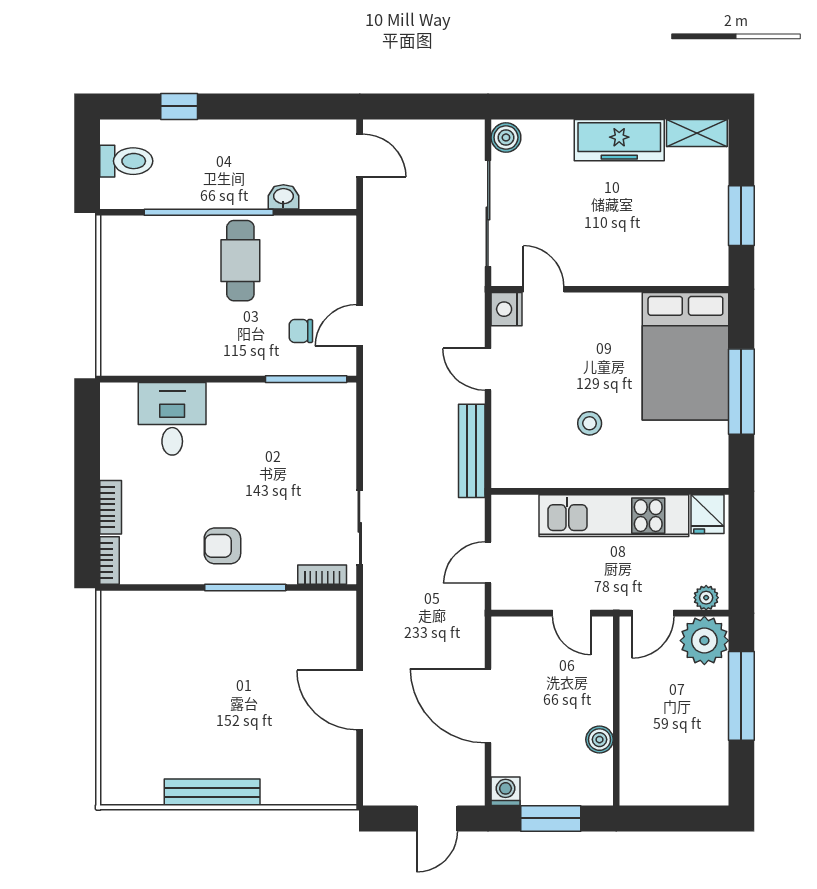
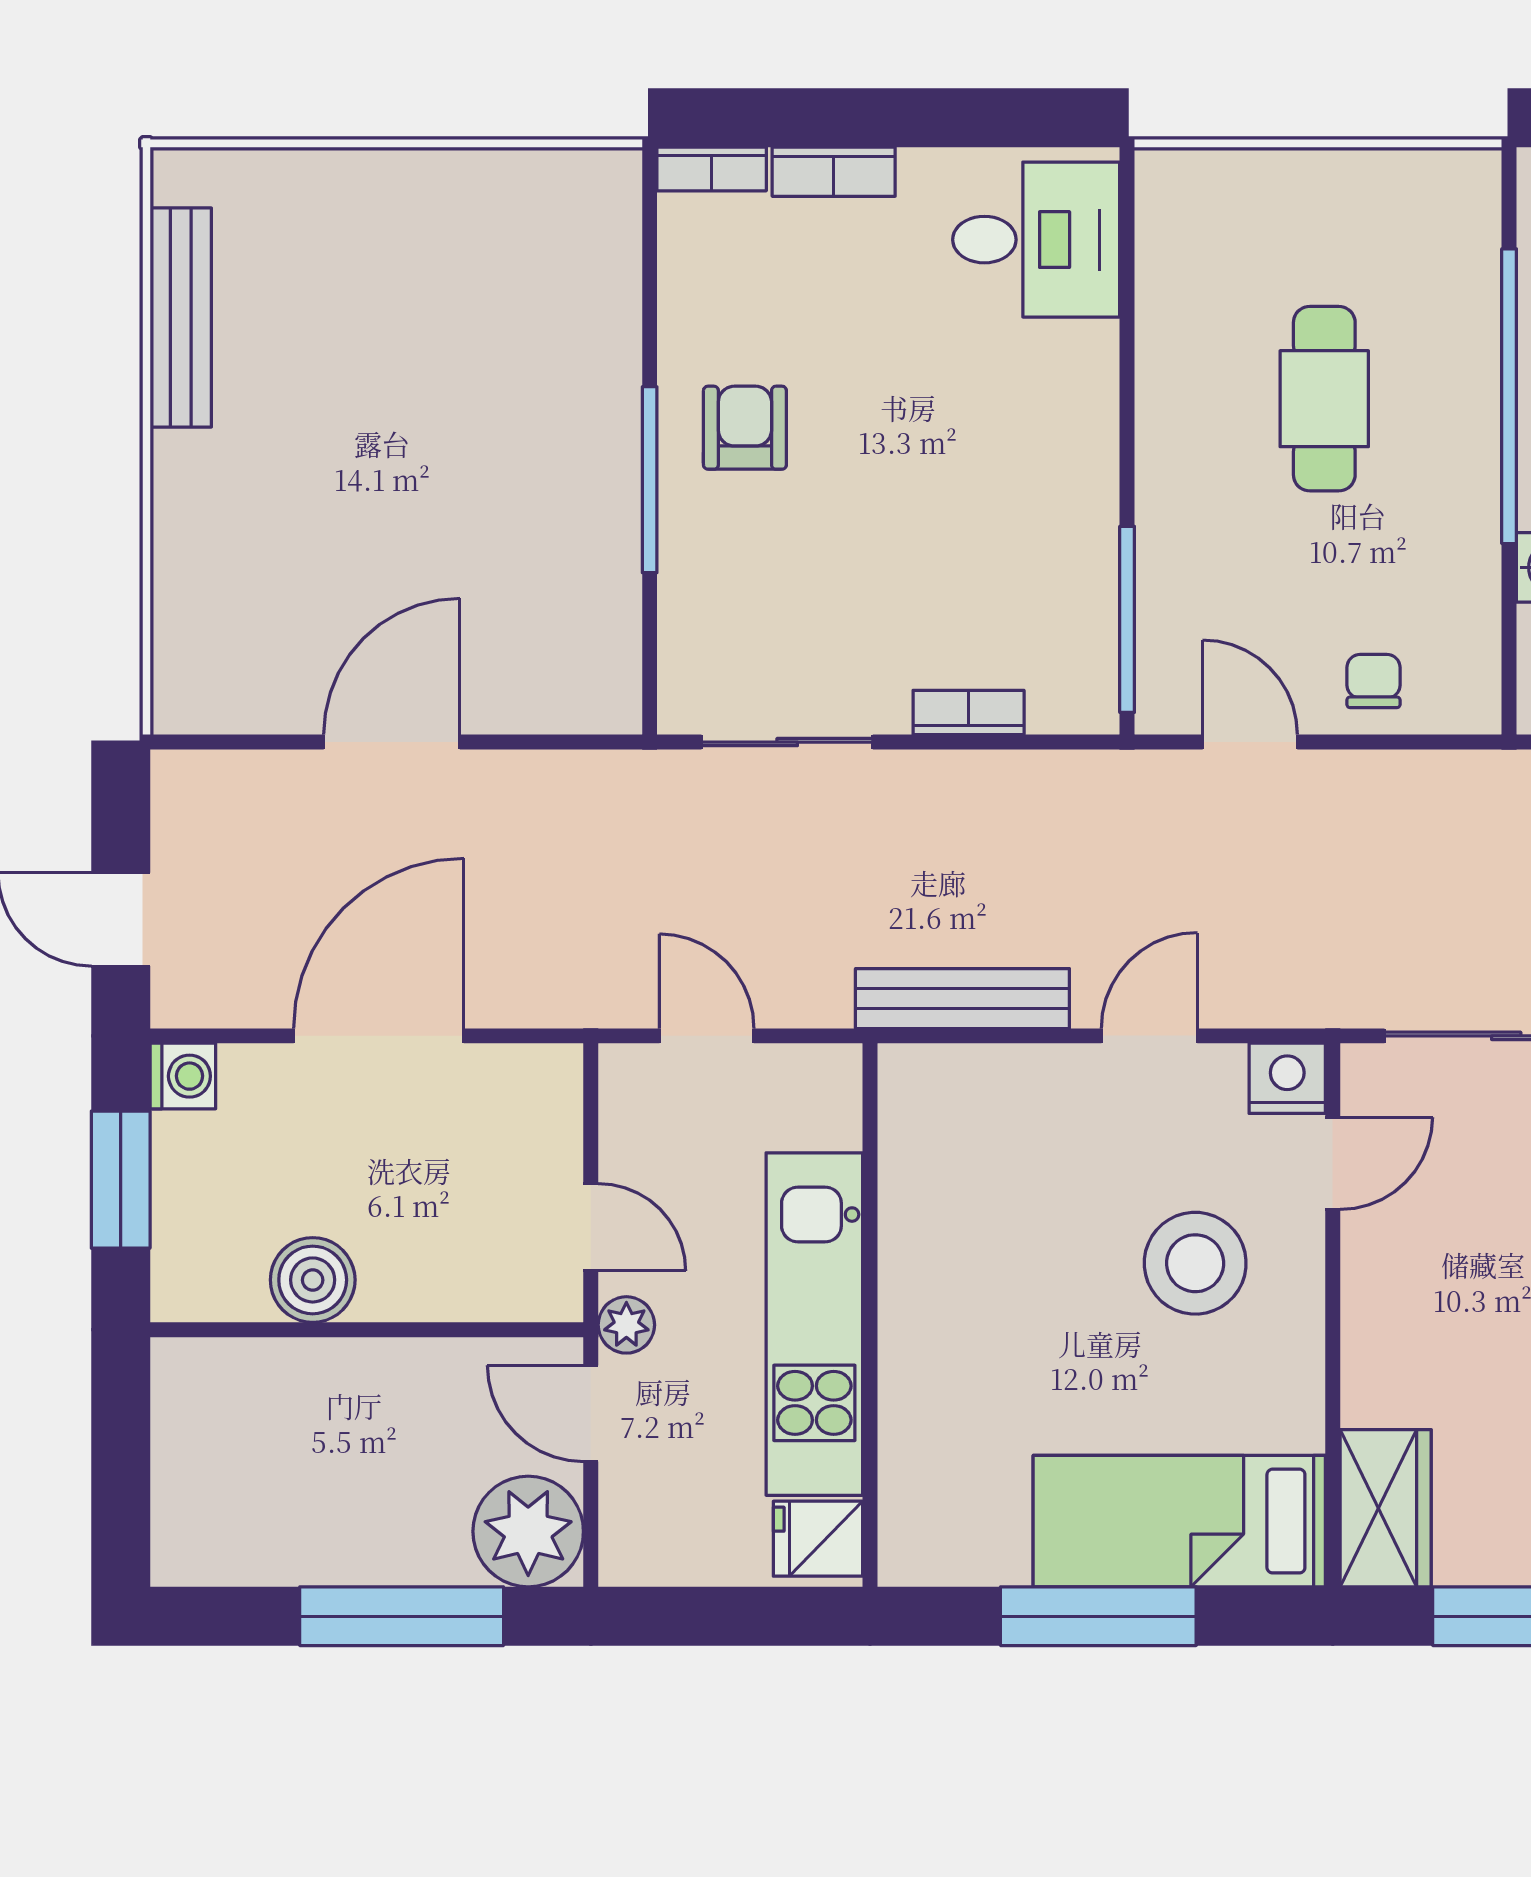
cafe table: (240, 261) -> (1324, 399), moved, turned 90
wardrobe: (694, 266) -> (1386, 1508), added
chair: (301, 331) -> (1373, 681), moved
bed: (685, 356) -> (1179, 1521), width x0.67
desk: (172, 419) -> (1036, 240), moved
stool: (590, 423) -> (1195, 1263), moved, width x1.89, depth x1.89
bookcase: (322, 575) -> (969, 712), moved, turned -90
plant: (706, 598) -> (626, 1325), moved
door: (572, 613) -> (591, 1227), swing flipped
boiler: (600, 740) -> (313, 1280), width x1.36, depth x1.36
bench: (212, 792) -> (181, 317), moved

